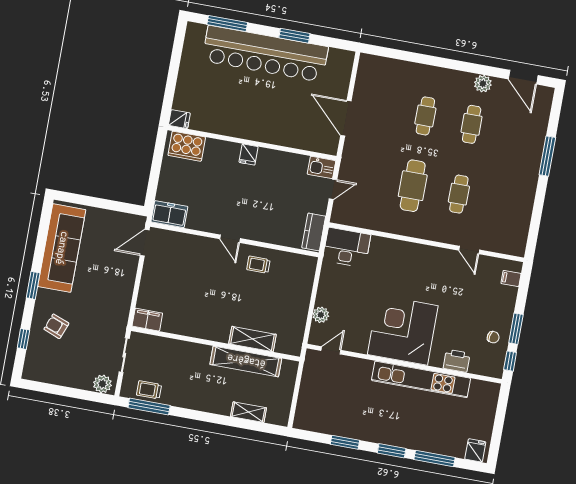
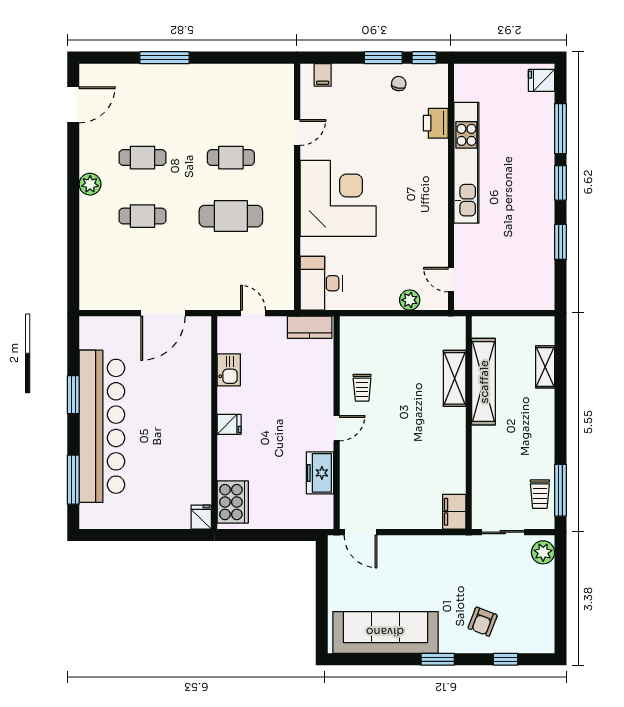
plant: (483, 84) -> (90, 184), moved
kitchen sink: (321, 167) -> (229, 370), moved
freezer: (169, 214) -> (320, 473), moved
corner desk: (403, 330) -> (338, 198), moved, turned 180

